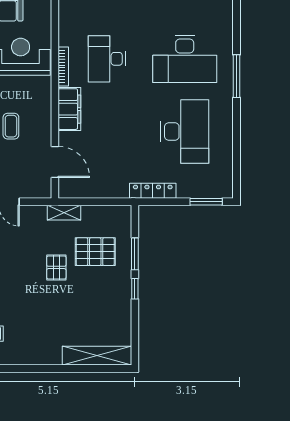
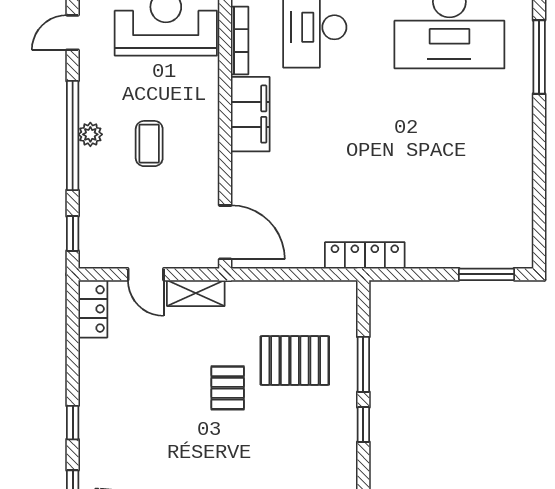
desk: (185, 131) -> (449, 153), removed
door: (55, 162) -> (225, 232), moved
locker: (153, 191) -> (365, 255), moved
shelving: (64, 213) -> (196, 293), moved

